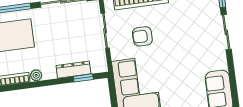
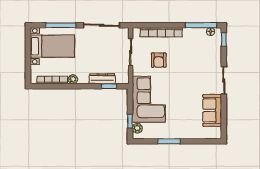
sliding door: (226, 32) -> (224, 80), moved
armchair: (142, 36) -> (159, 60), turned -90

